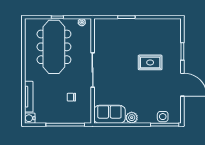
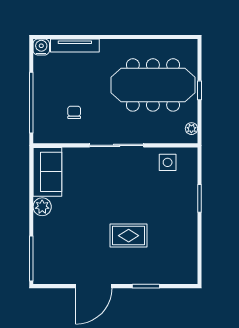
rug: (150, 62) -> (129, 236), turned 90
side table: (163, 117) -> (168, 162), moved

